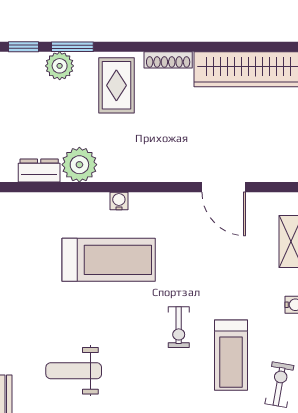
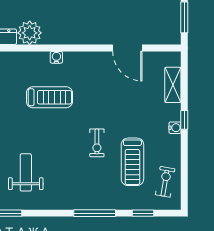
treadmill: (109, 260) -> (49, 97), width x0.73, depth x0.73
weight bench: (74, 371) -> (26, 172), turned 90

